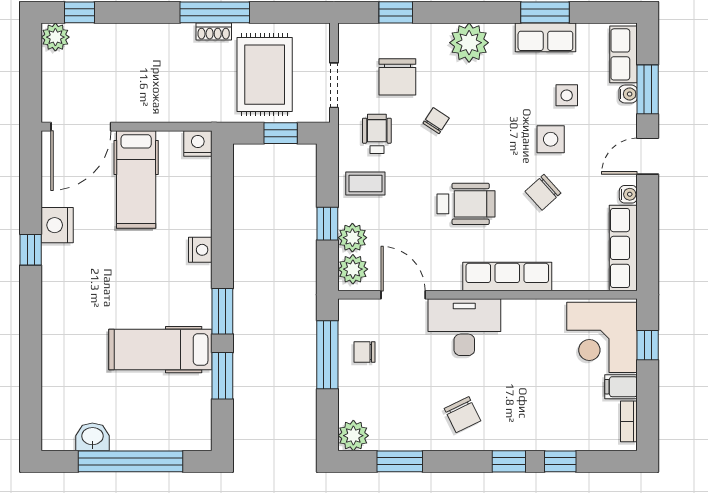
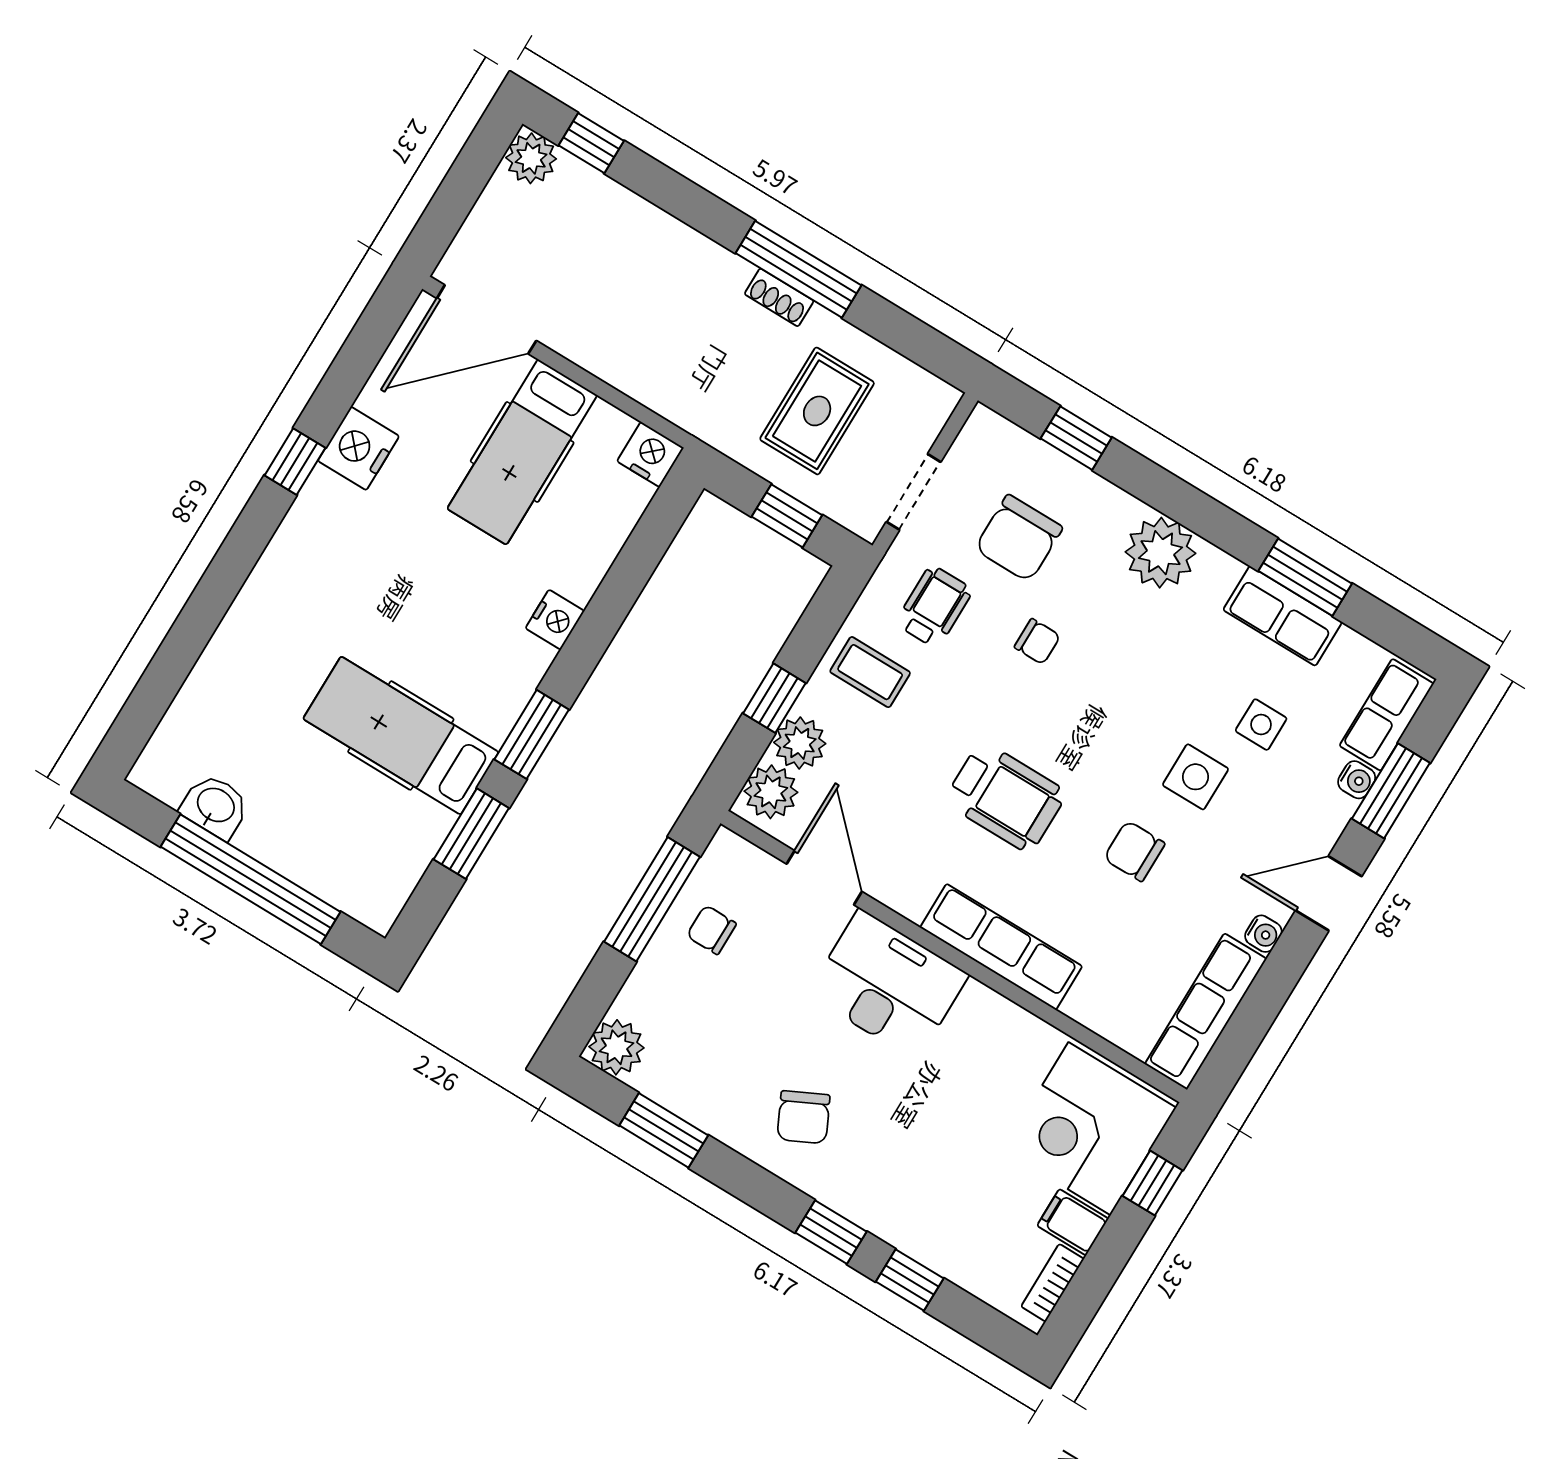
rug: (265, 75) -> (817, 411), width x0.73, depth x0.70
chair: (436, 121) -> (1037, 641), turned 57
chair: (543, 192) -> (1134, 851), turned 42

